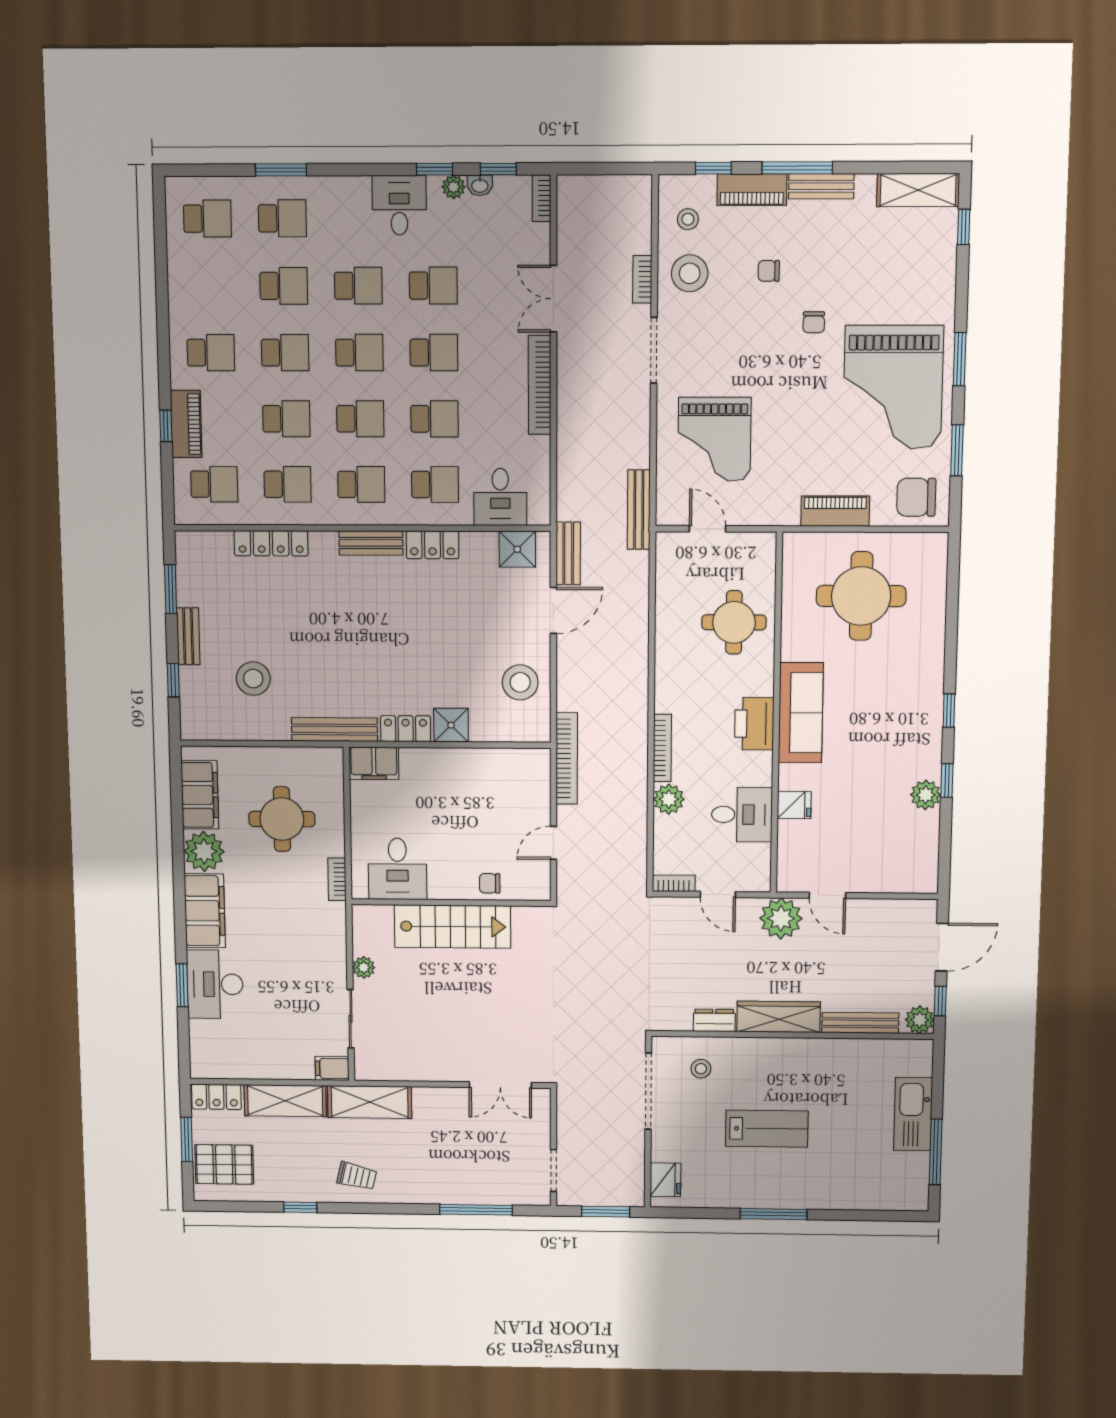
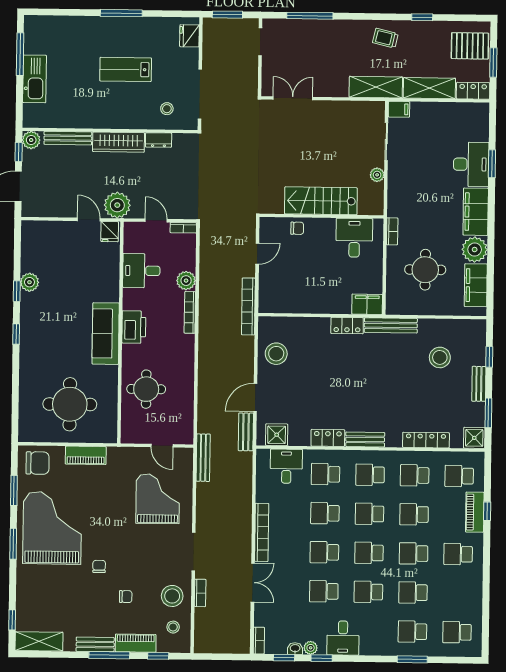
shower: (451, 725) -> (474, 438), moved
fridge: (794, 805) -> (110, 232), moved, turned -90

